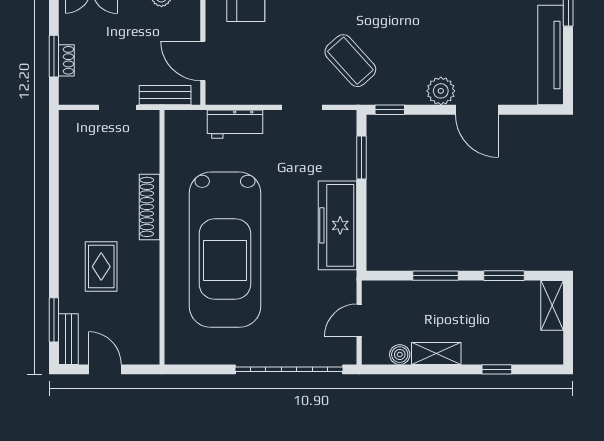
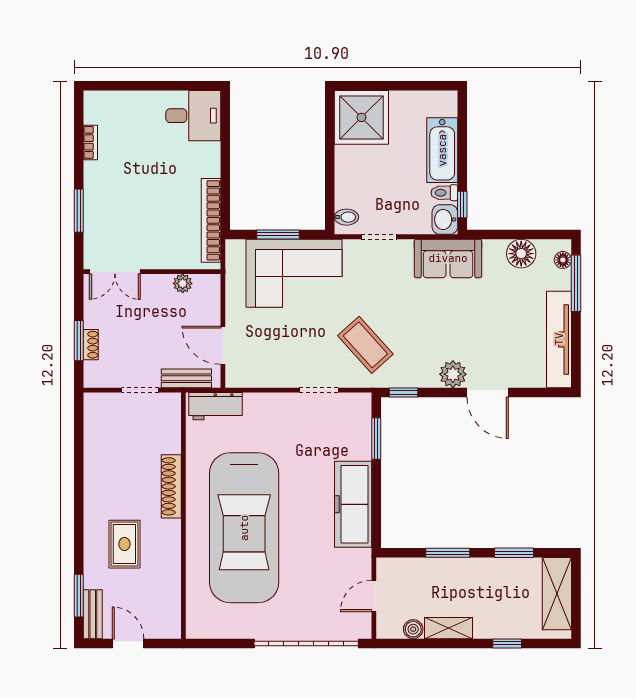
workbench: (235, 124) -> (216, 406), moved
shelving: (552, 305) -> (557, 594), width x1.50, depth x1.33

